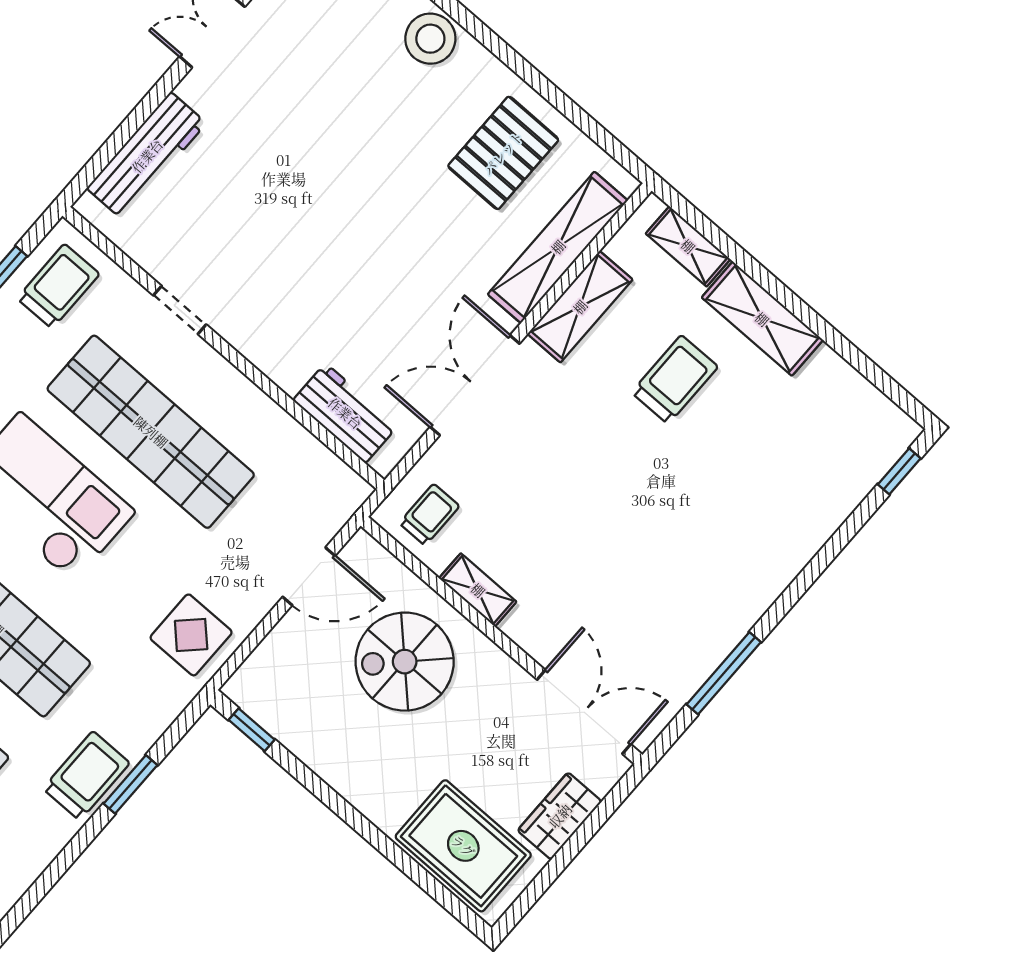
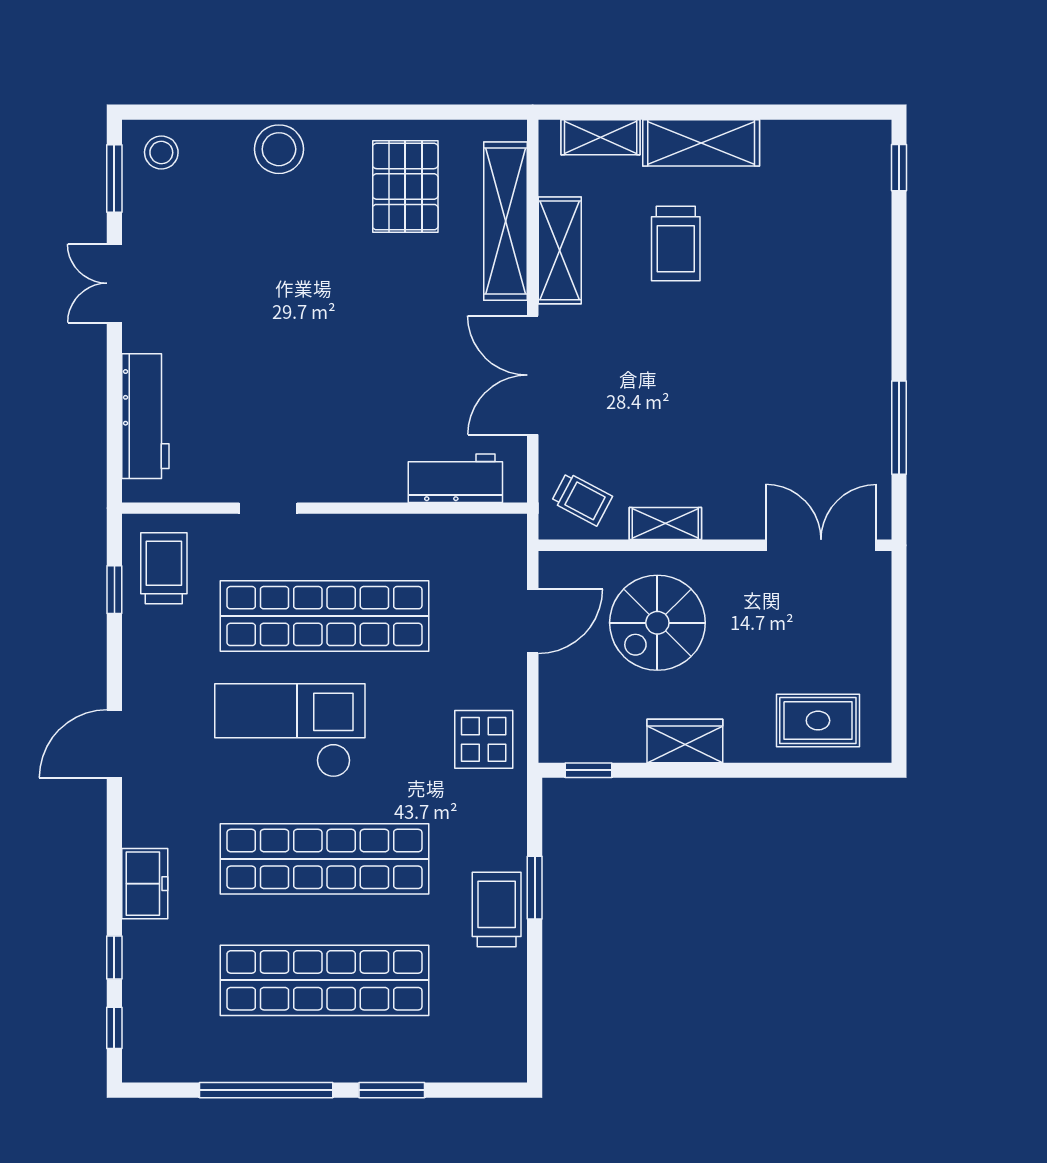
trolley: (675, 380) -> (676, 243), turned 180
trolley: (429, 515) -> (582, 499), turned 118
wardrobe: (560, 816) -> (685, 741), moved, turned 90
rug: (463, 846) -> (818, 721), width x0.73, depth x0.70

